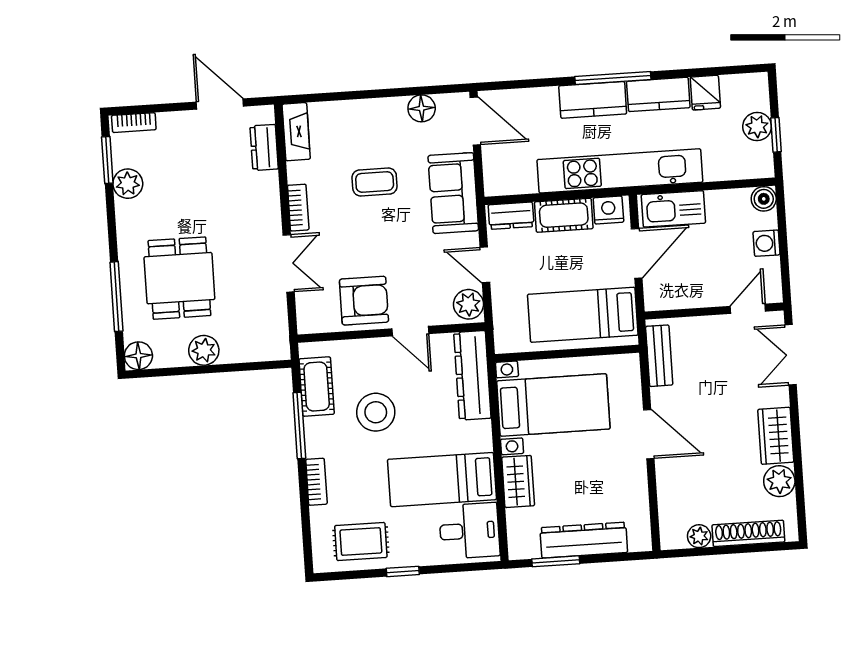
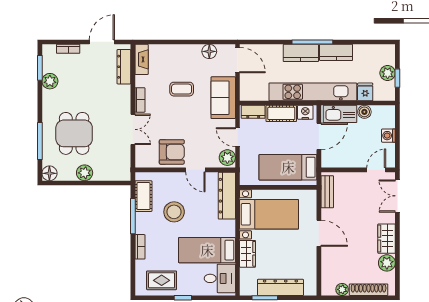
fridge: (705, 93) -> (365, 92), moved, turned 180
door: (220, 104) -> (102, 42), hinge flipped
bookcase: (134, 123) -> (68, 49), moved
dresser: (264, 147) -> (124, 67), width x1.44
boiler: (764, 199) -> (364, 112), moved

